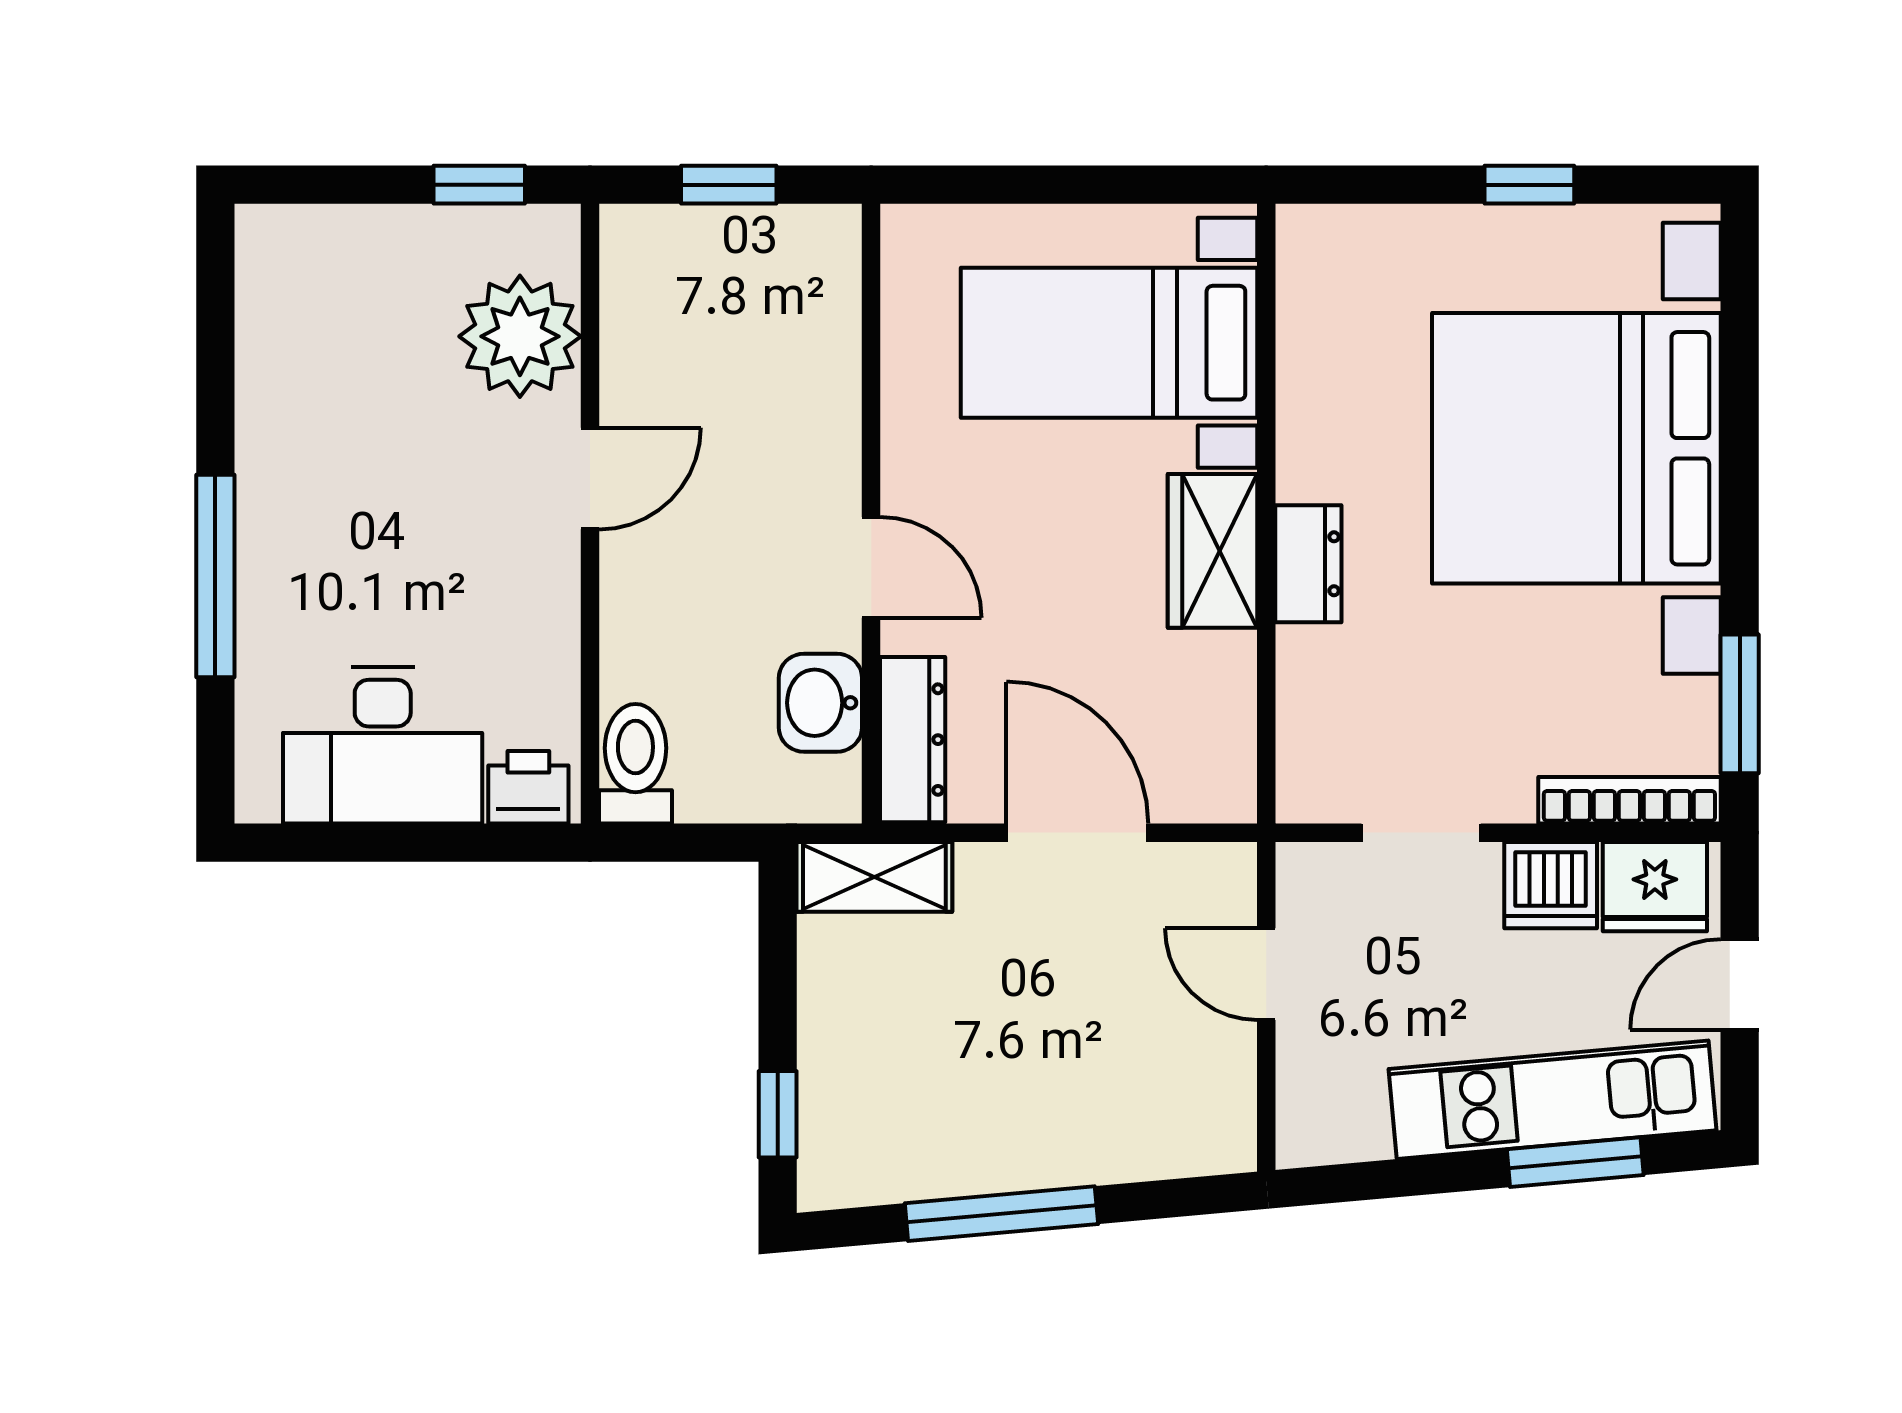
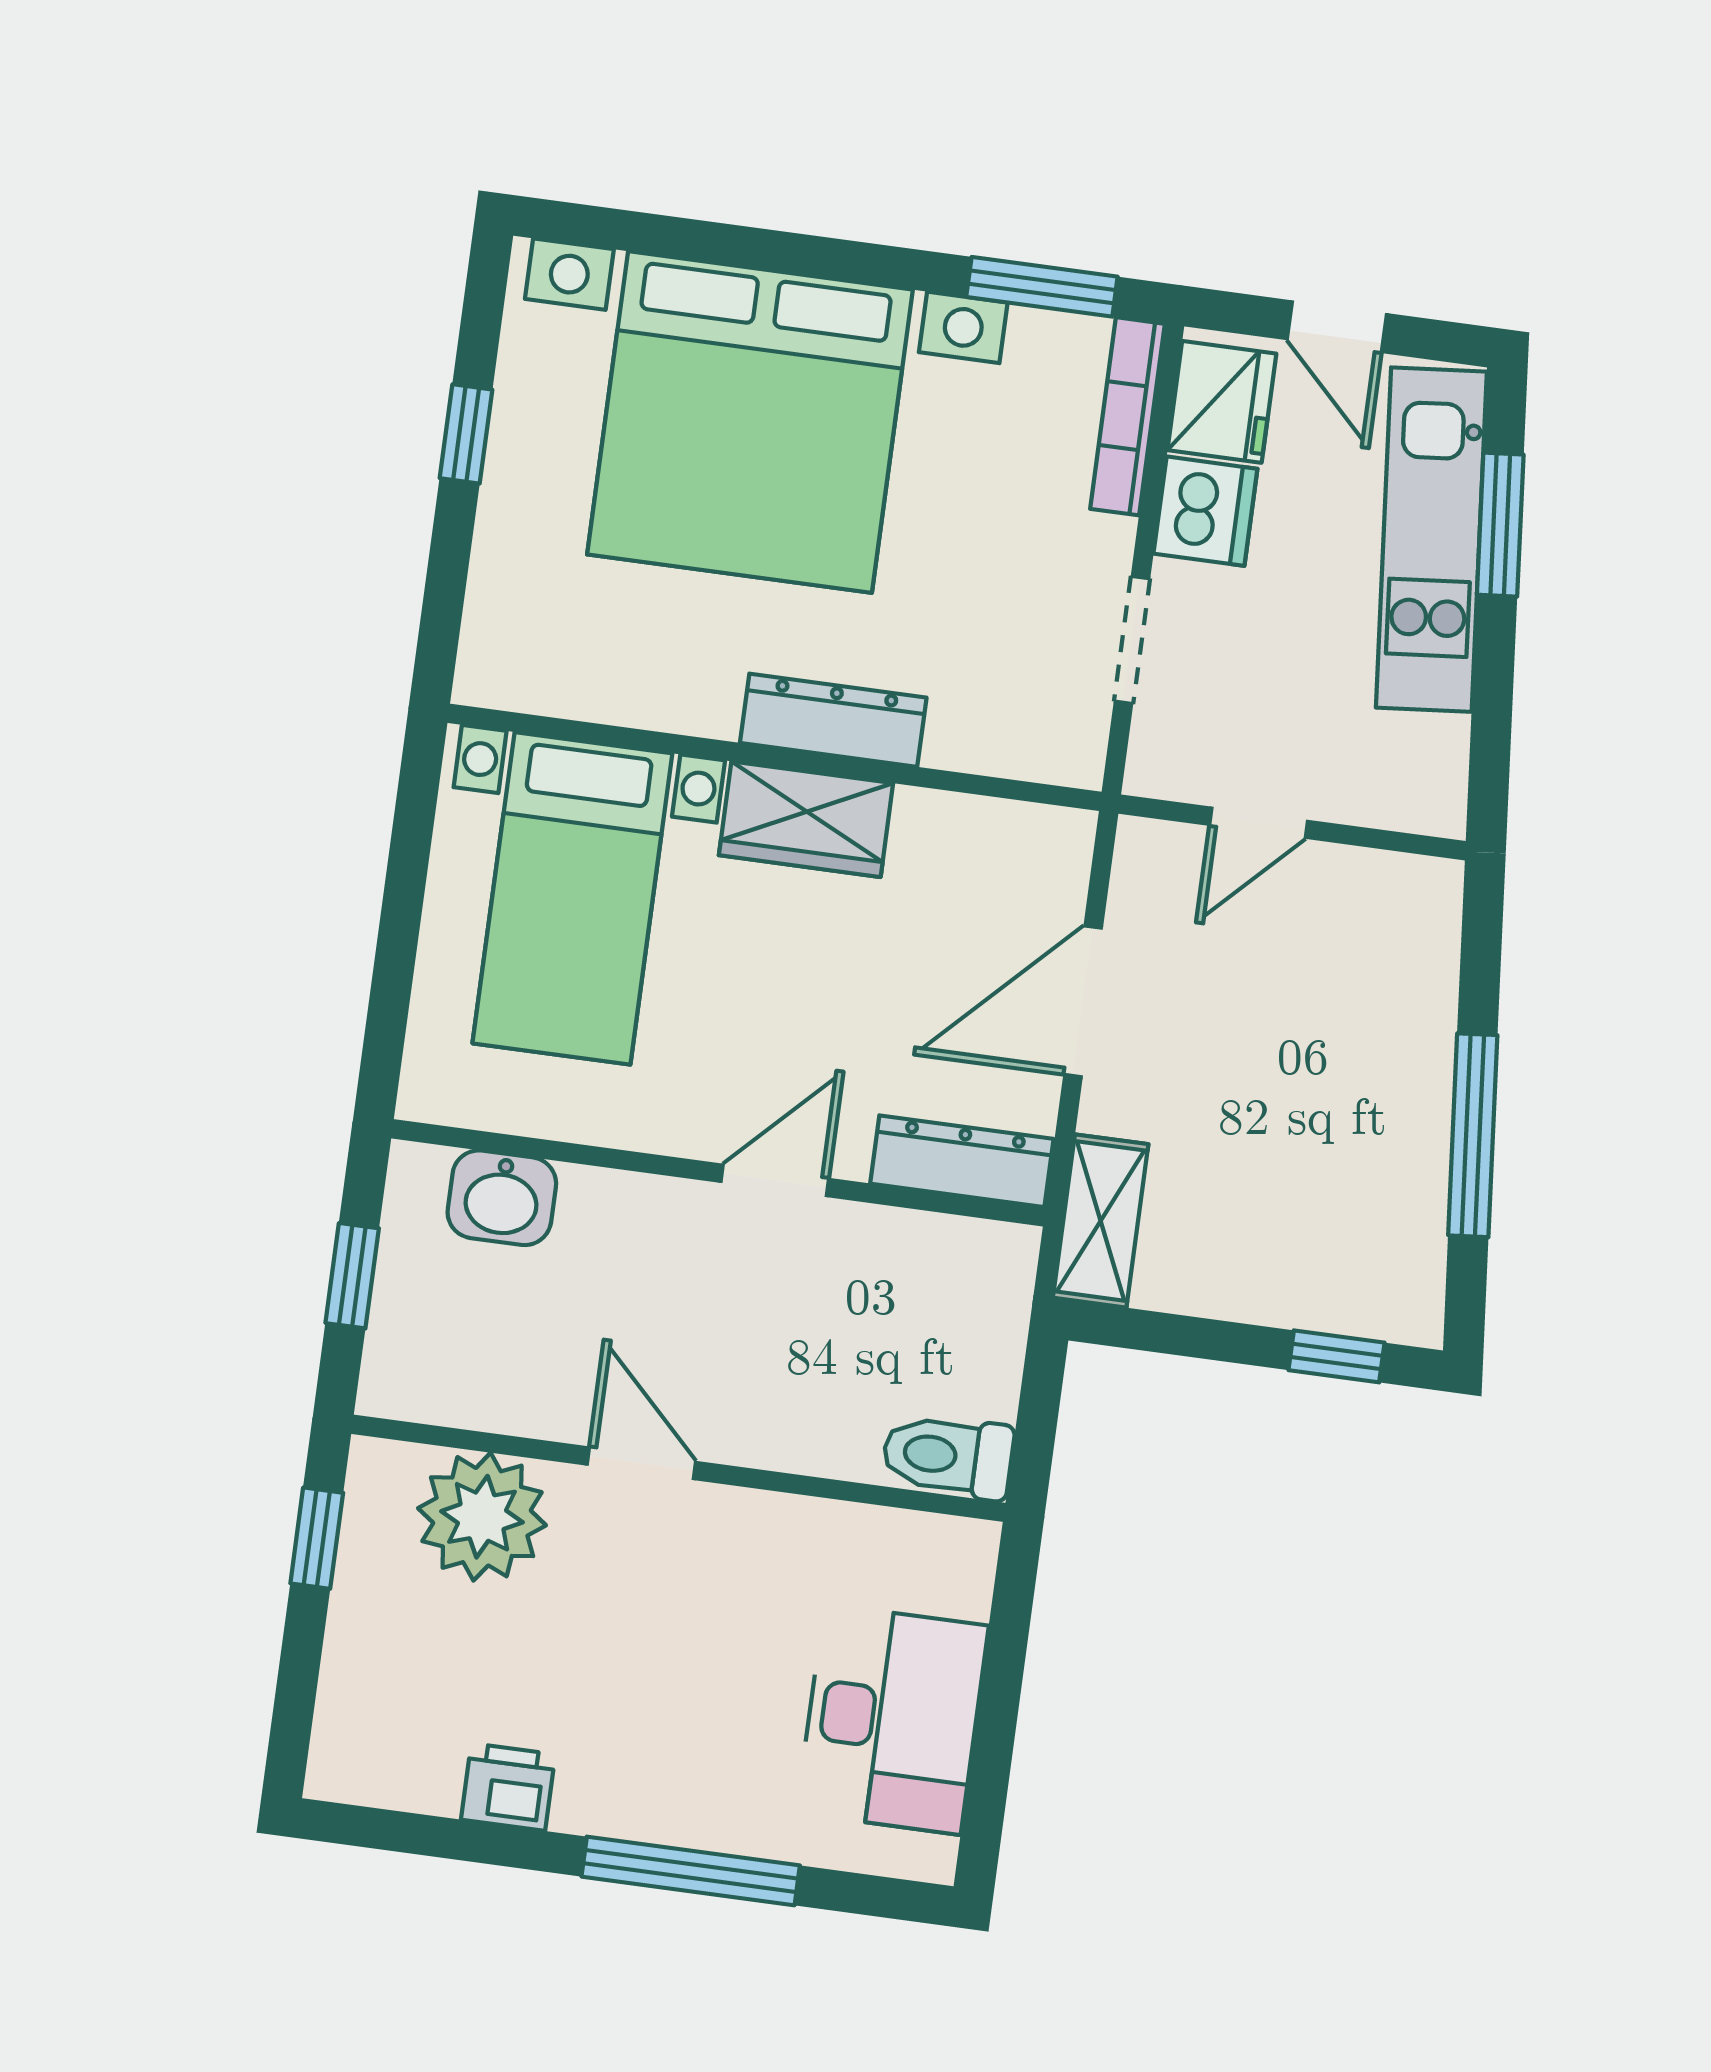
dresser: (1308, 564) -> (833, 720), width x1.44
washbasin: (820, 703) -> (502, 1198), moved
printer: (528, 787) -> (508, 1787), moved, turned 90

